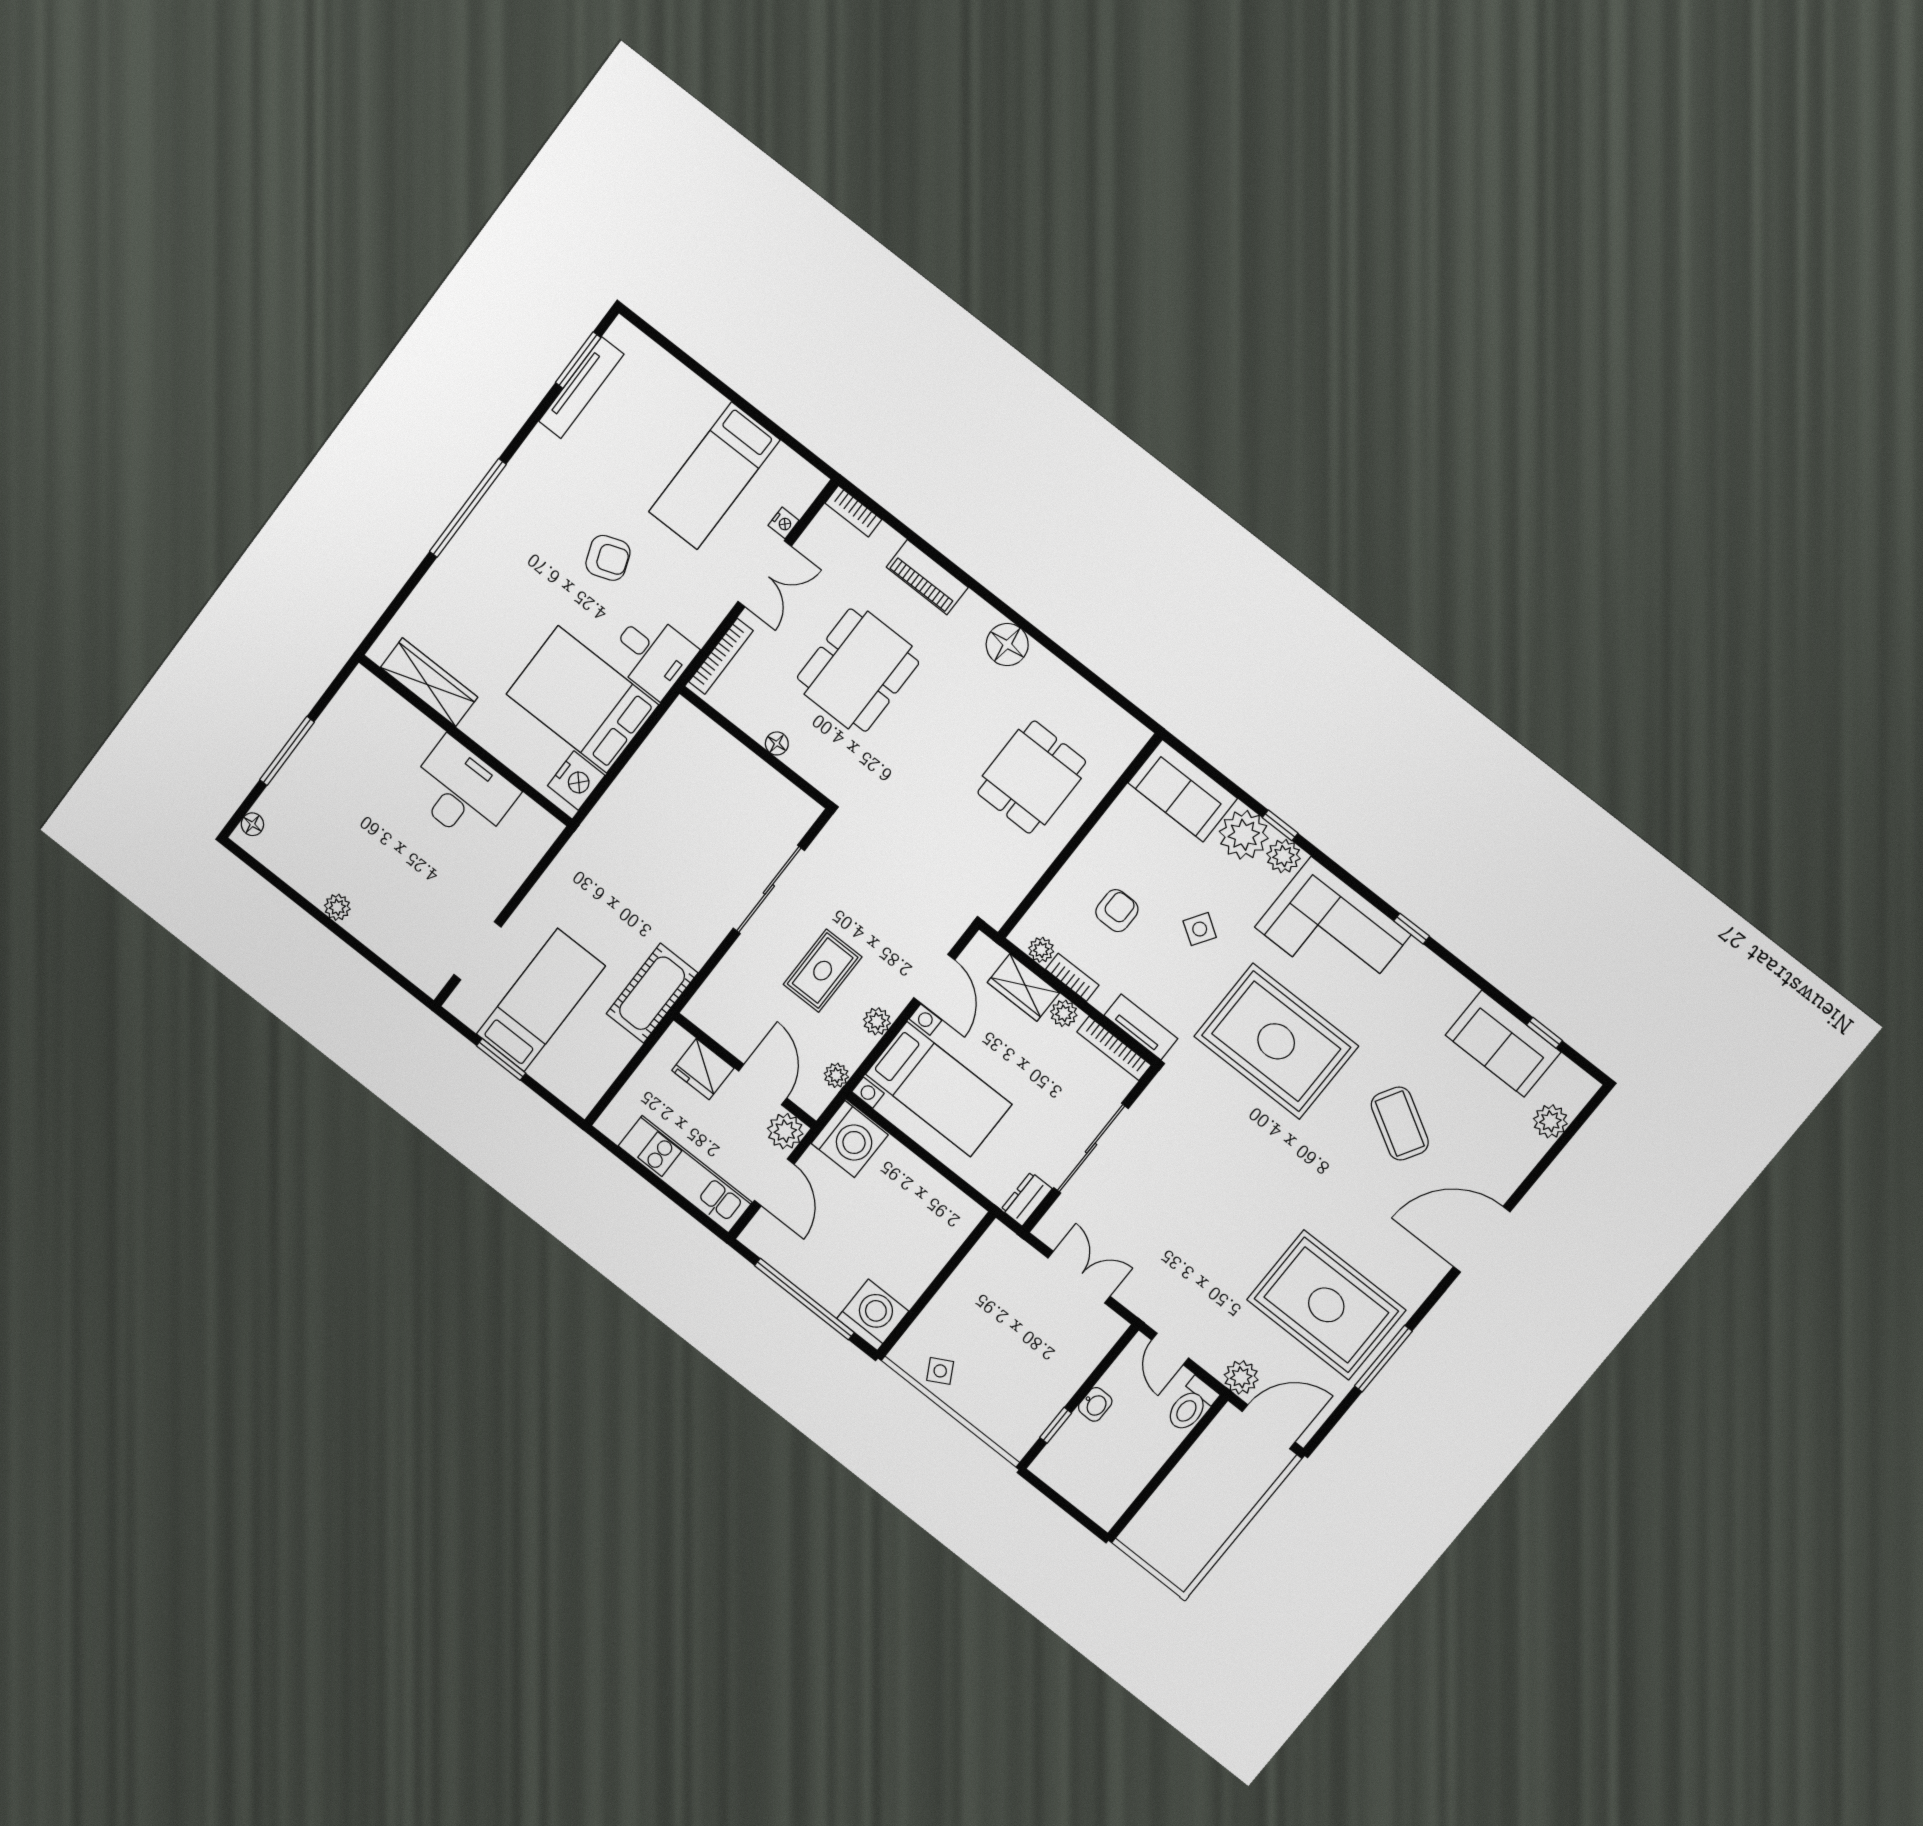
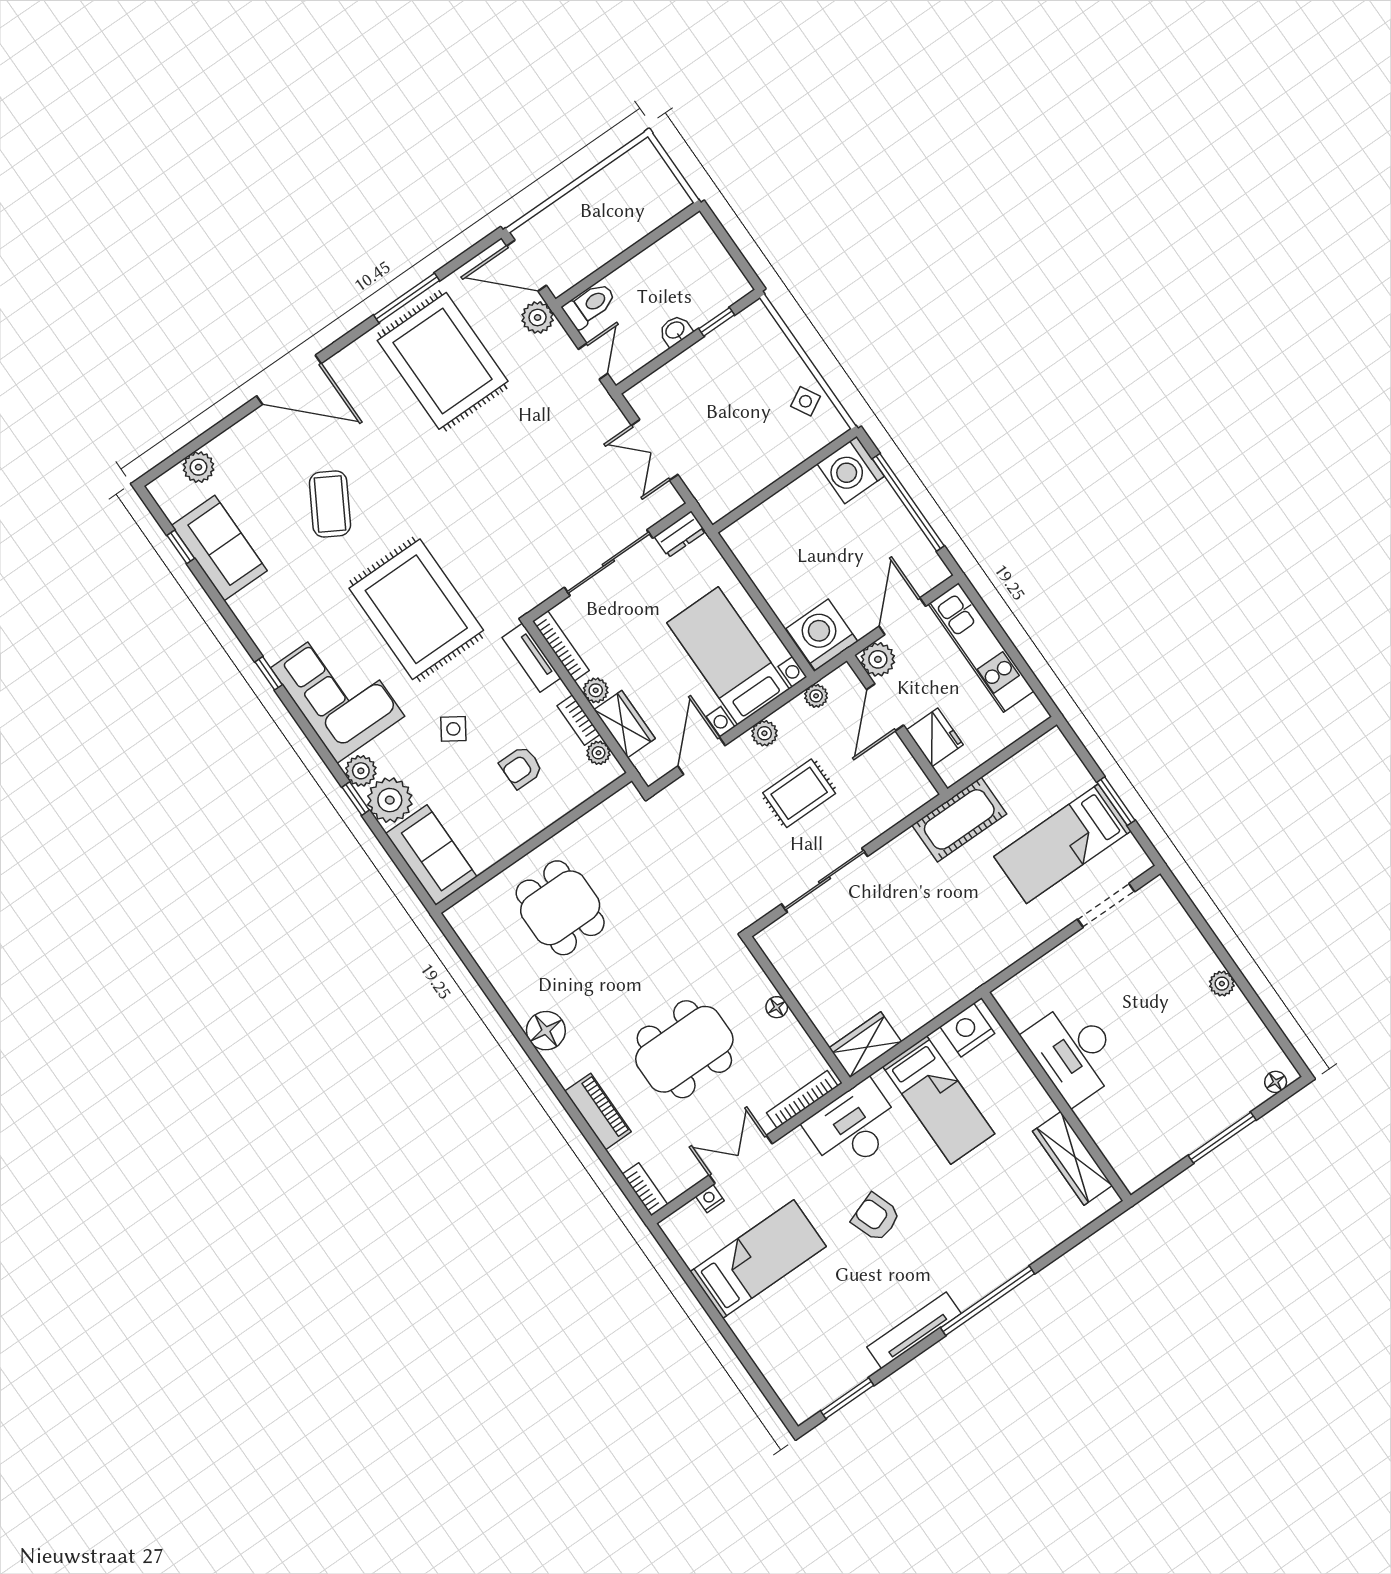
tv unit: (581, 388) -> (914, 1330), moved
desk: (652, 654) -> (854, 1127), width x1.37
bed: (582, 699) -> (939, 1100), width x0.67
wardrobe: (674, 733) -> (865, 1045), added
dining table: (1032, 777) -> (560, 908), turned 90

